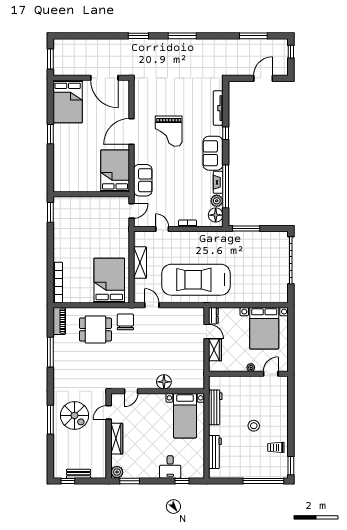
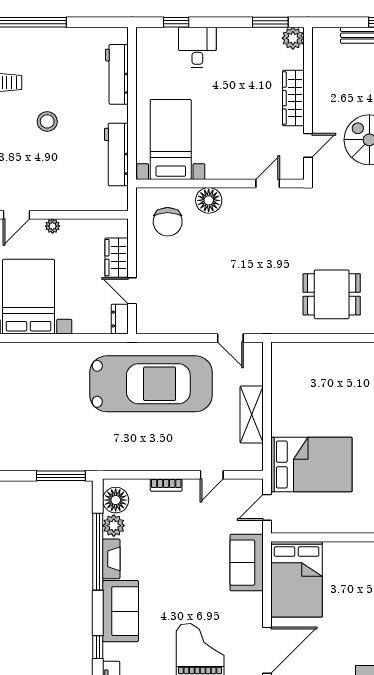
door: (162, 229) -> (212, 475), hinge flipped
bed: (109, 281) -> (311, 465), moved, turned -90
chair: (125, 322) -> (168, 222), moved

